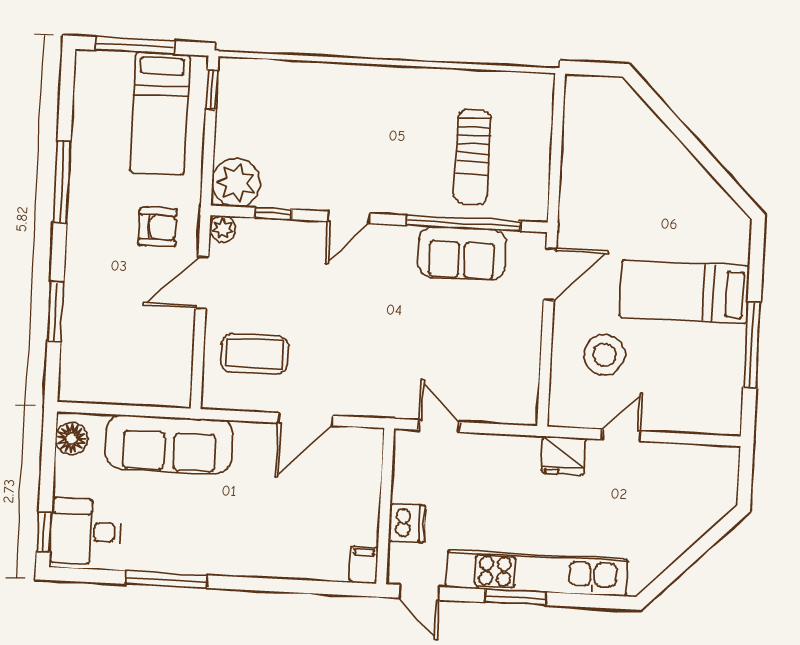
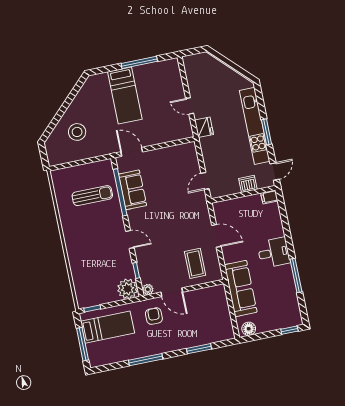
stool: (604, 355) -> (77, 132), moved
desk: (86, 532) -> (274, 253), moved, turned -90

